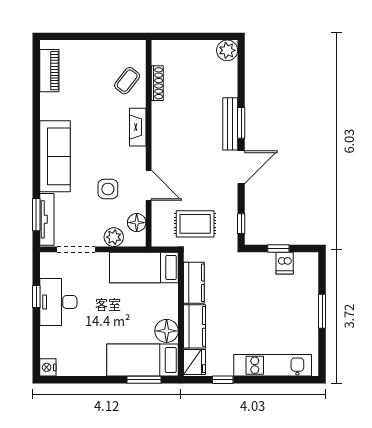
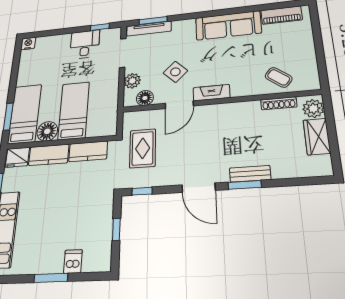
plant: (227, 50) -> (313, 109), moved
wardrobe: (197, 51) -> (317, 137), added
bench: (230, 124) -> (250, 174), width x0.73
fireplace: (138, 127) -> (211, 93), moved
sofa: (55, 156) -> (228, 25), moved
side table: (108, 189) -> (175, 72), turned 45
dishwasher: (285, 263) -> (73, 262), moved, turned 90
bed: (144, 268) -> (74, 110), moved
window: (36, 297) -> (100, 27), moved
desk: (58, 302) -> (85, 44), width x0.73

